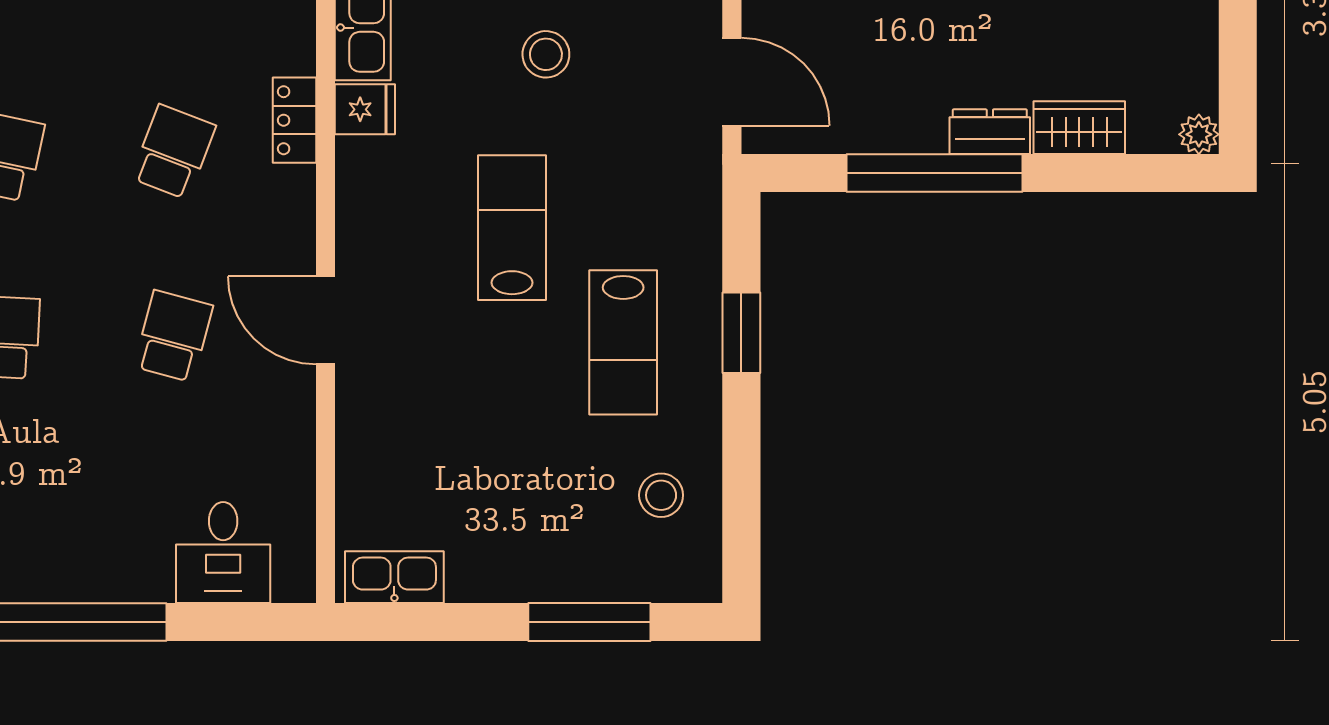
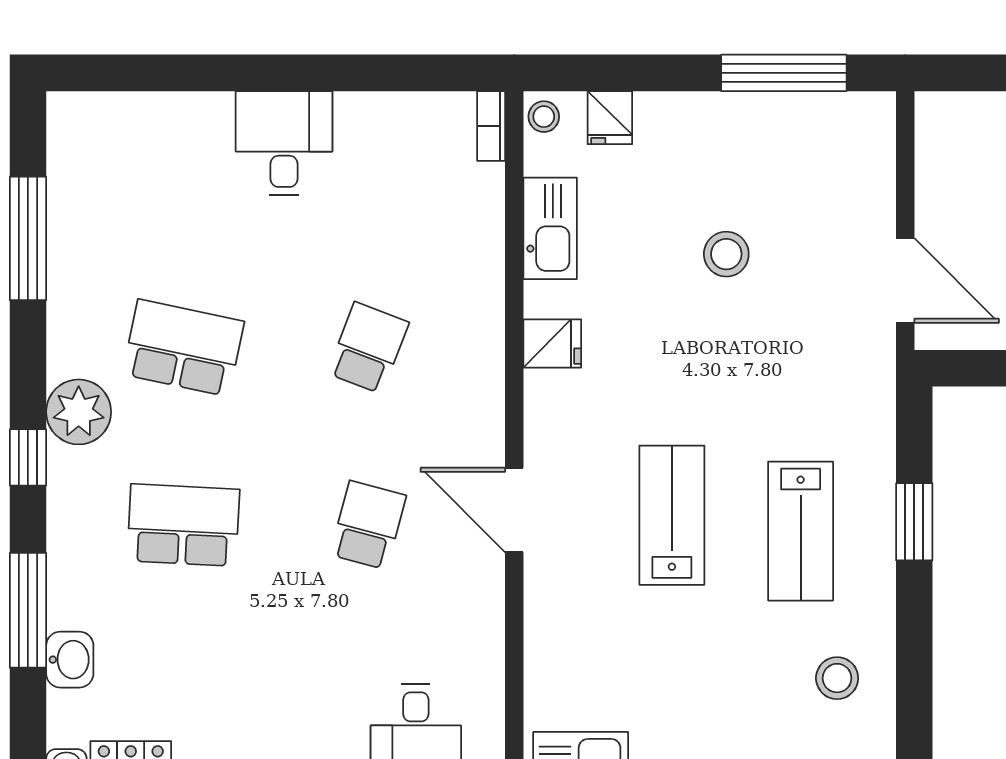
fridge: (365, 109) -> (552, 344), moved
locker: (294, 120) -> (484, 317), removed
lab bench: (512, 228) -> (672, 515), moved

